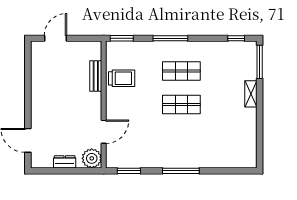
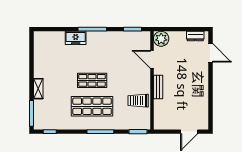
shop shelf: (181, 71) -> (92, 106), width x1.43, depth x1.36
bench: (96, 76) -> (158, 87), moved
door: (104, 132) -> (152, 59), hinge flipped
freezer: (203, 160) -> (76, 38), added
dresser: (65, 162) -> (195, 36), moved

